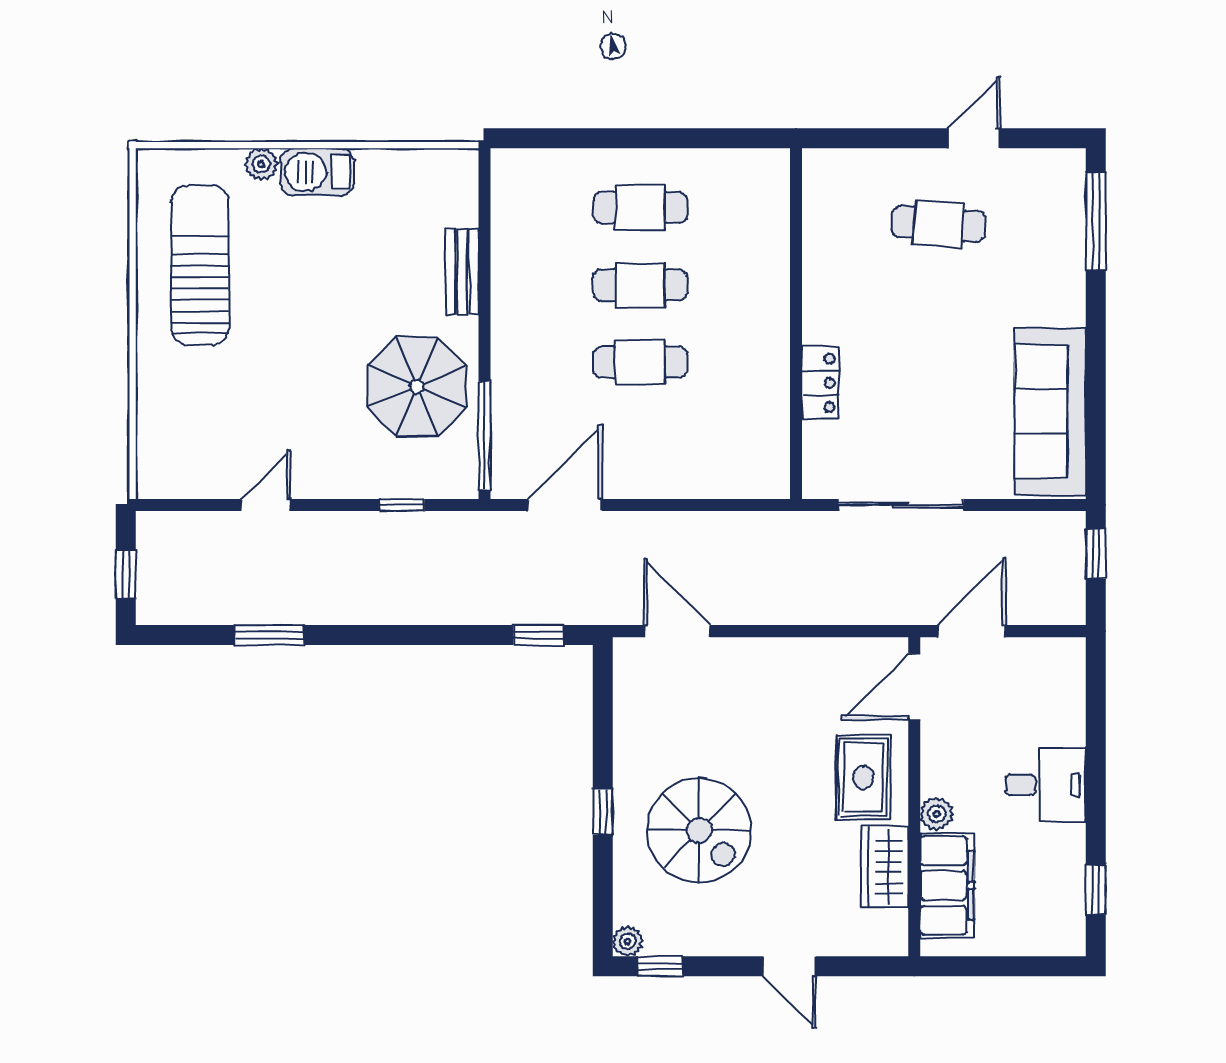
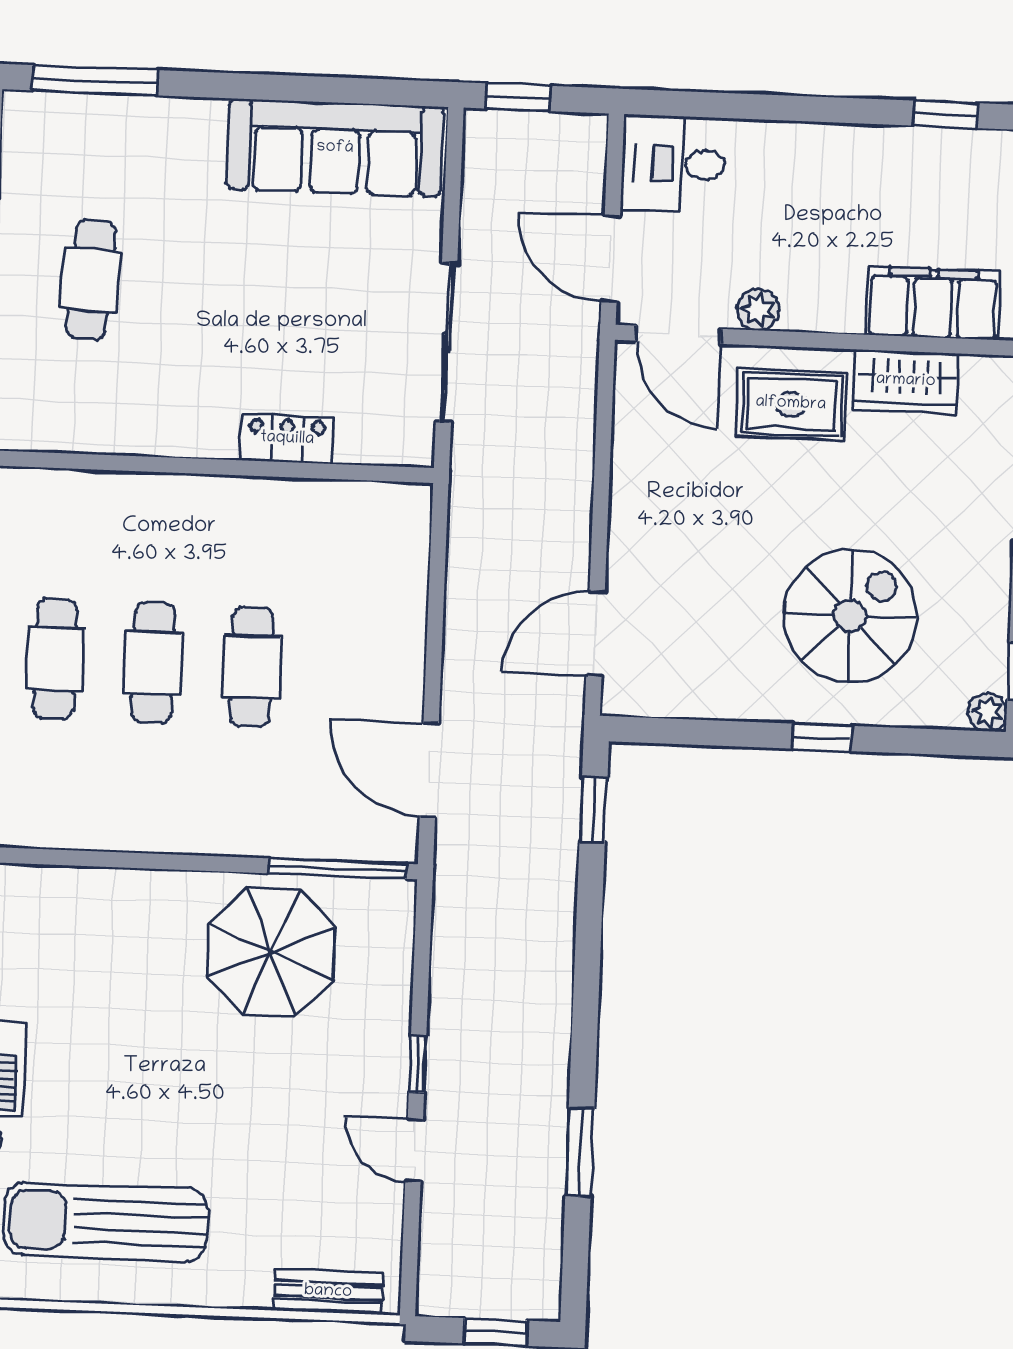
bench: (462, 272) -> (328, 1292), moved
window: (402, 505) -> (417, 1064), moved
desk: (1045, 785) -> (673, 164), moved, turned -90
plant: (937, 814) -> (758, 310), moved

